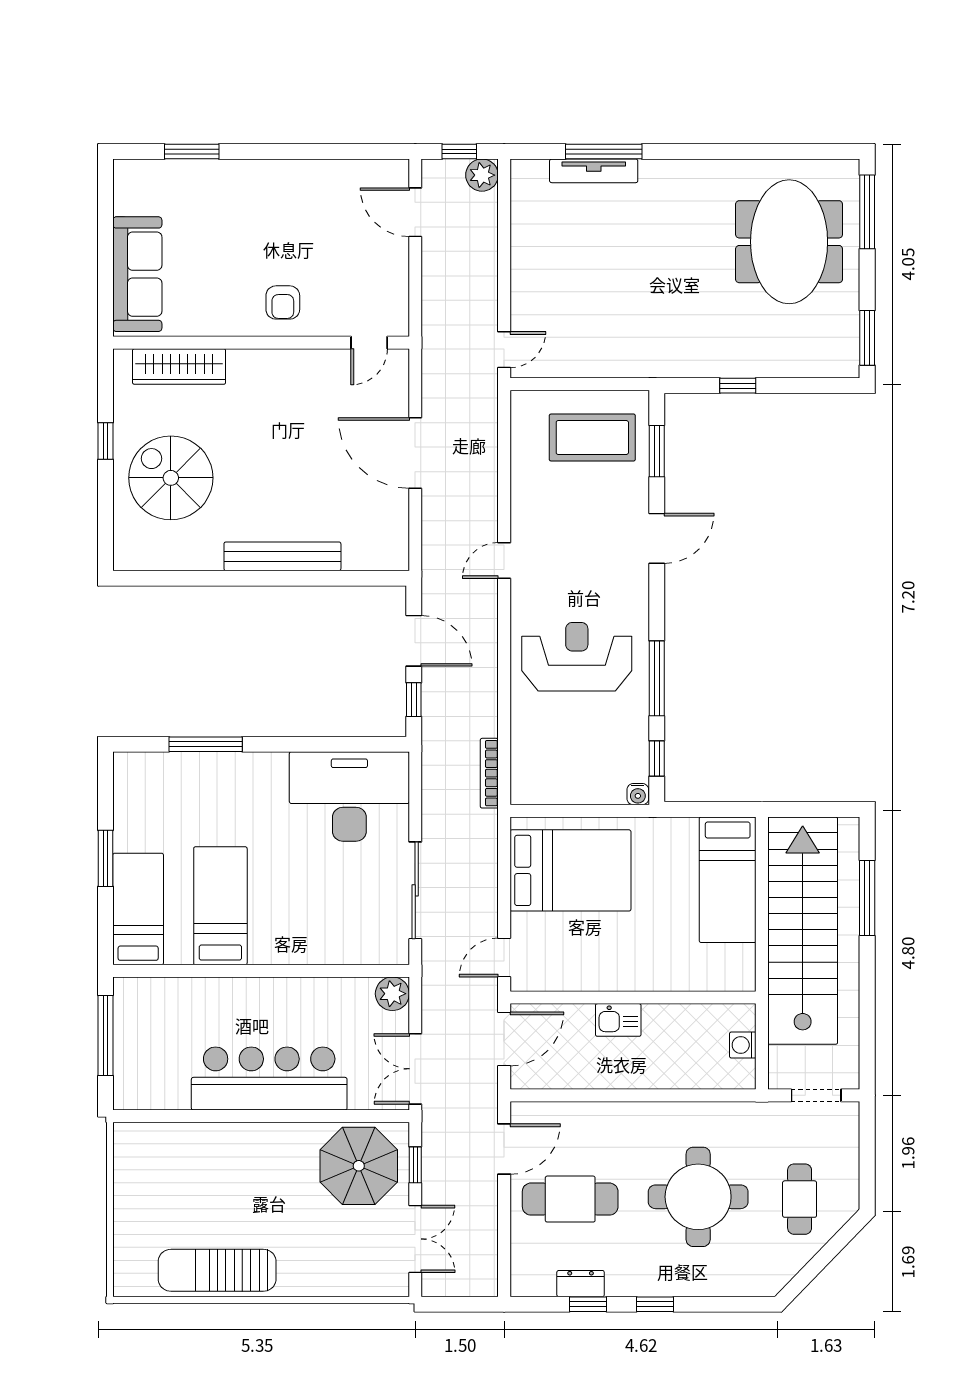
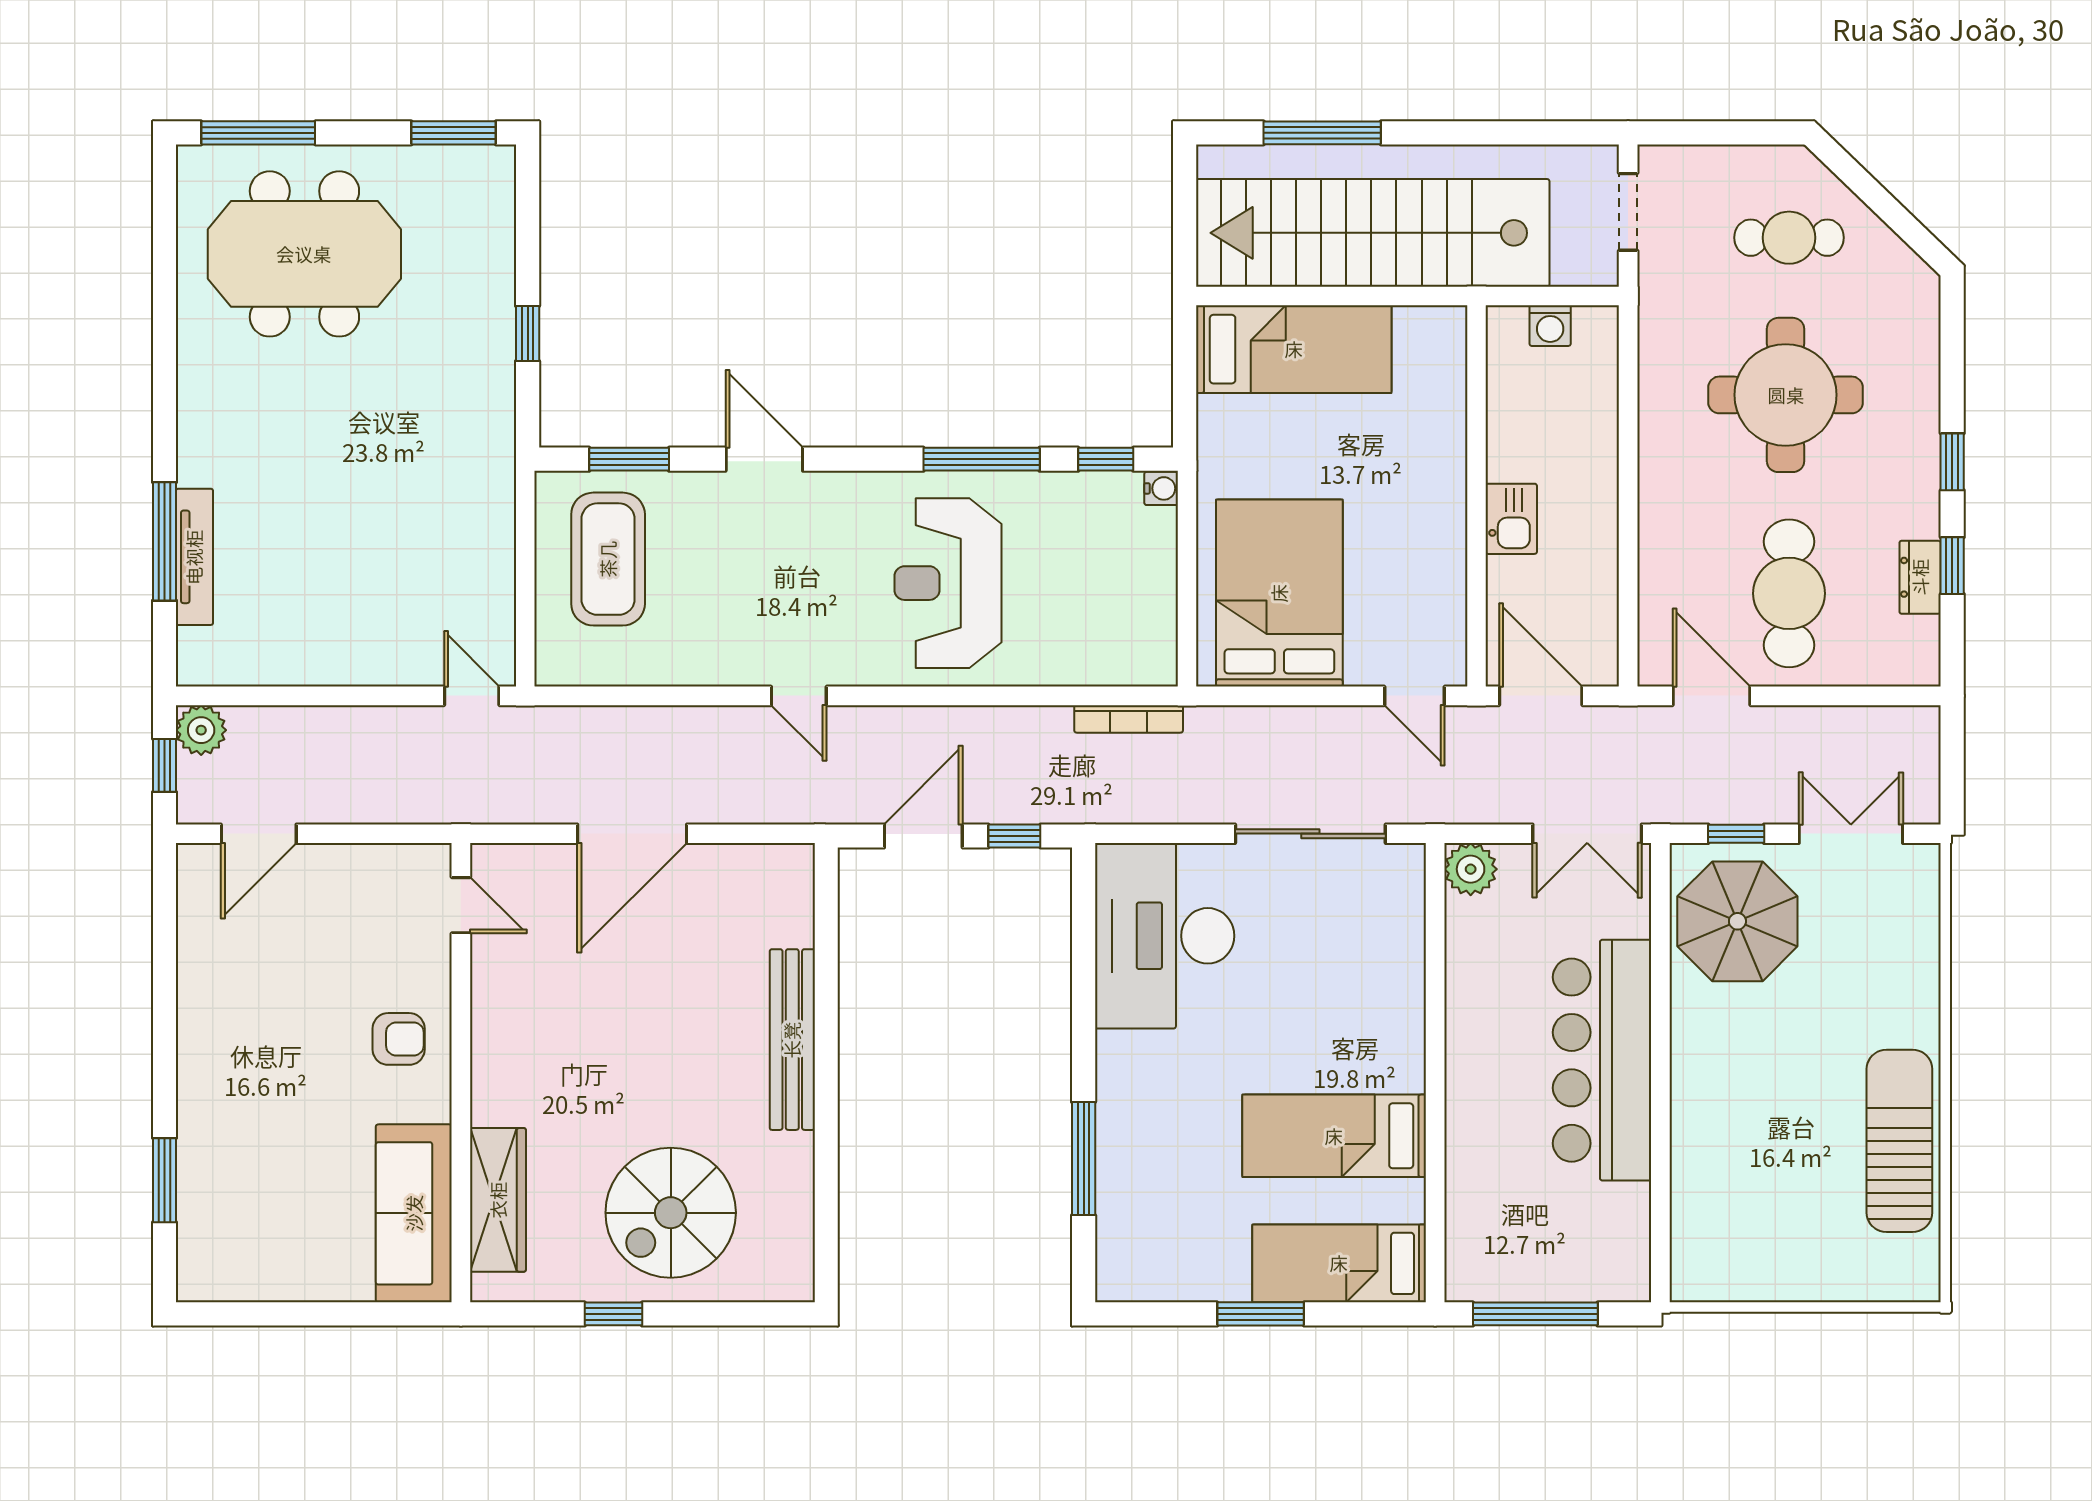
sofa: (137, 274) -> (414, 1213), moved, turned -90
sun lounger: (217, 1270) -> (1899, 1141), turned 180

